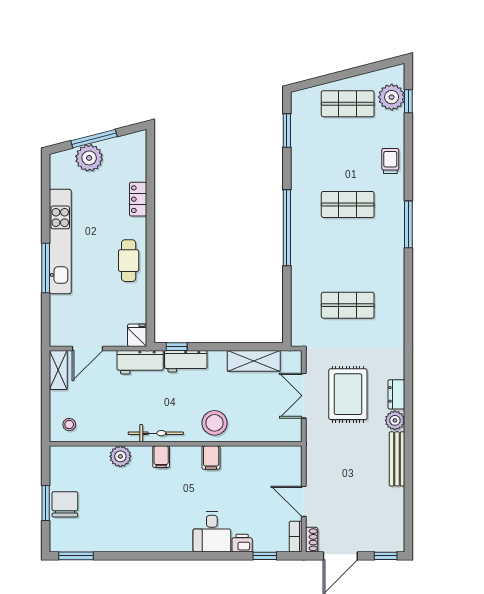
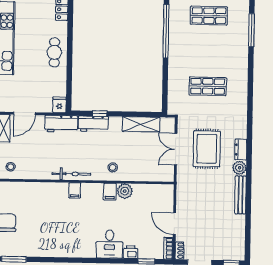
window: (177, 347) -> (100, 114), moved
stool: (215, 423) -> (113, 167), width x0.53, depth x0.53
plant: (120, 456) -> (125, 191), moved

